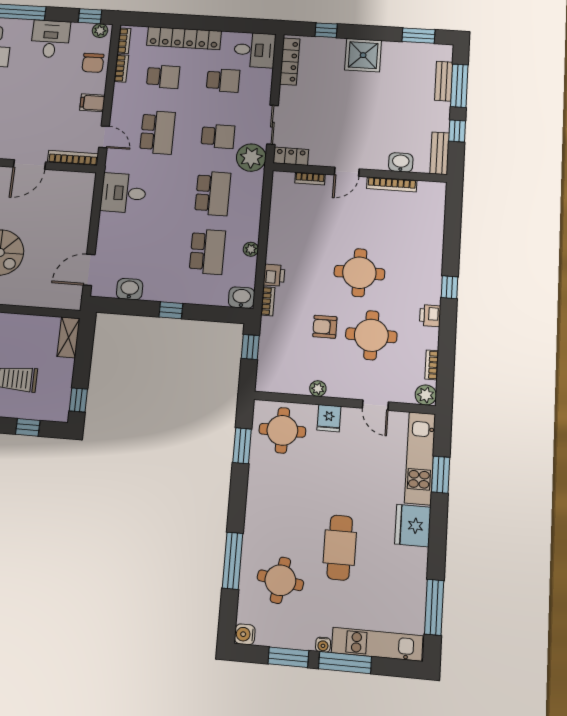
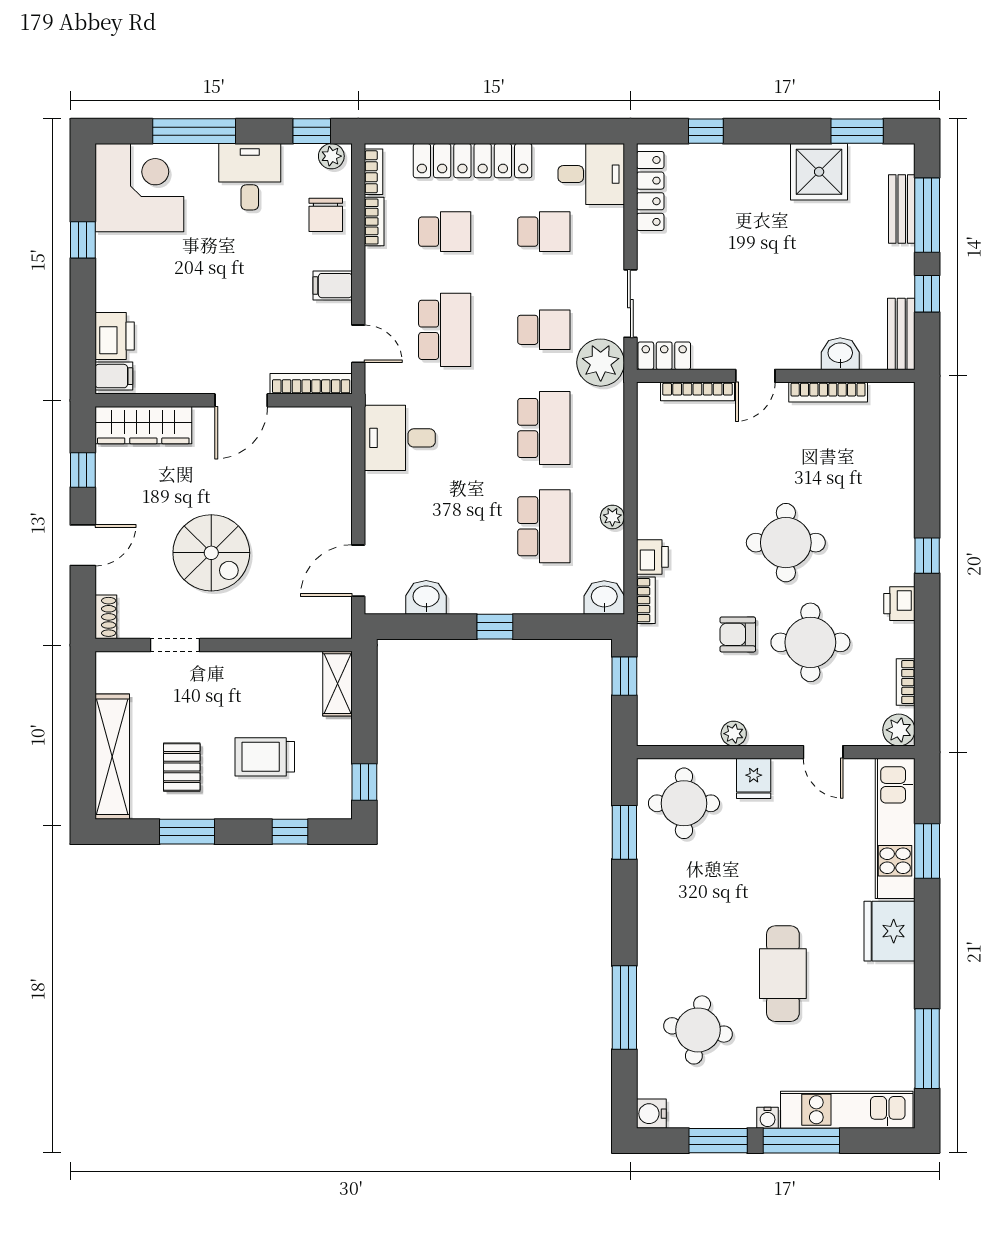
shower: (363, 55) -> (819, 172), moved
bookcase: (310, 178) -> (697, 391), width x1.56

